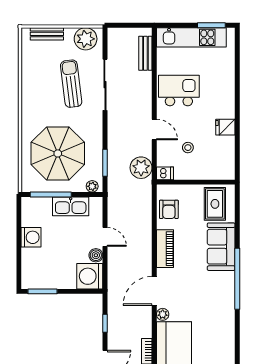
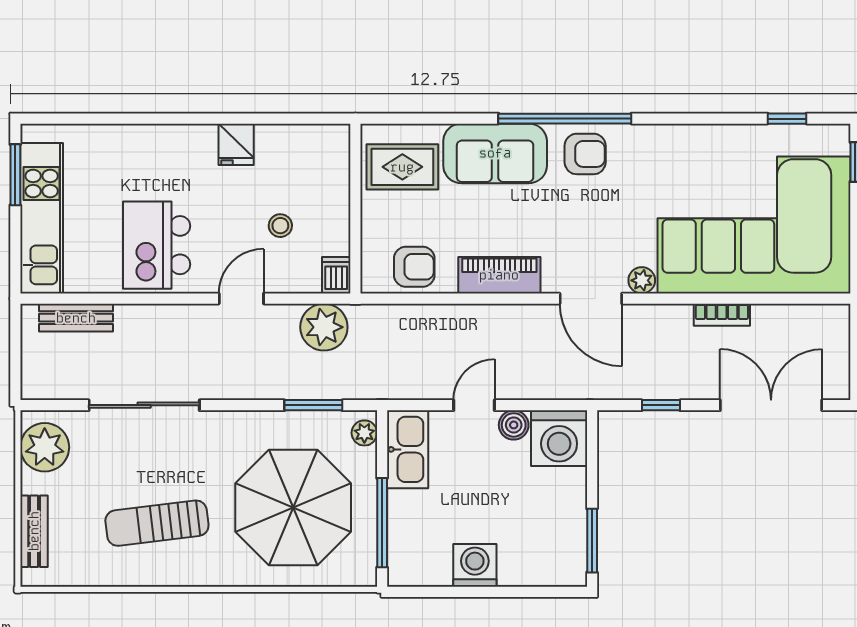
sun lounger: (71, 84) -> (157, 523), moved
kitchen sink: (71, 206) -> (408, 449), moved
armchair: (221, 288) -> (585, 154), added

